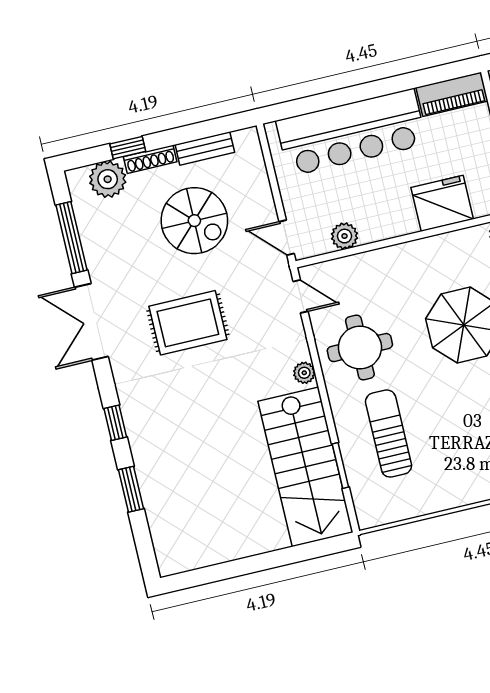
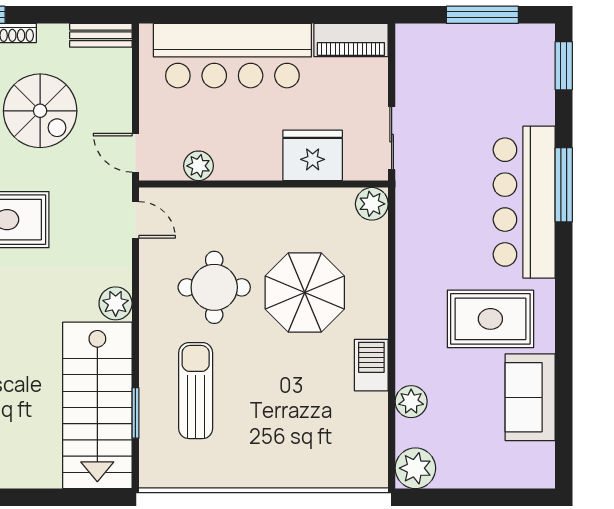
bench: (205, 148) -> (101, 35), moved
round table: (360, 348) -> (214, 287), moved
plant: (304, 373) -> (116, 303), width x1.38, depth x1.38

